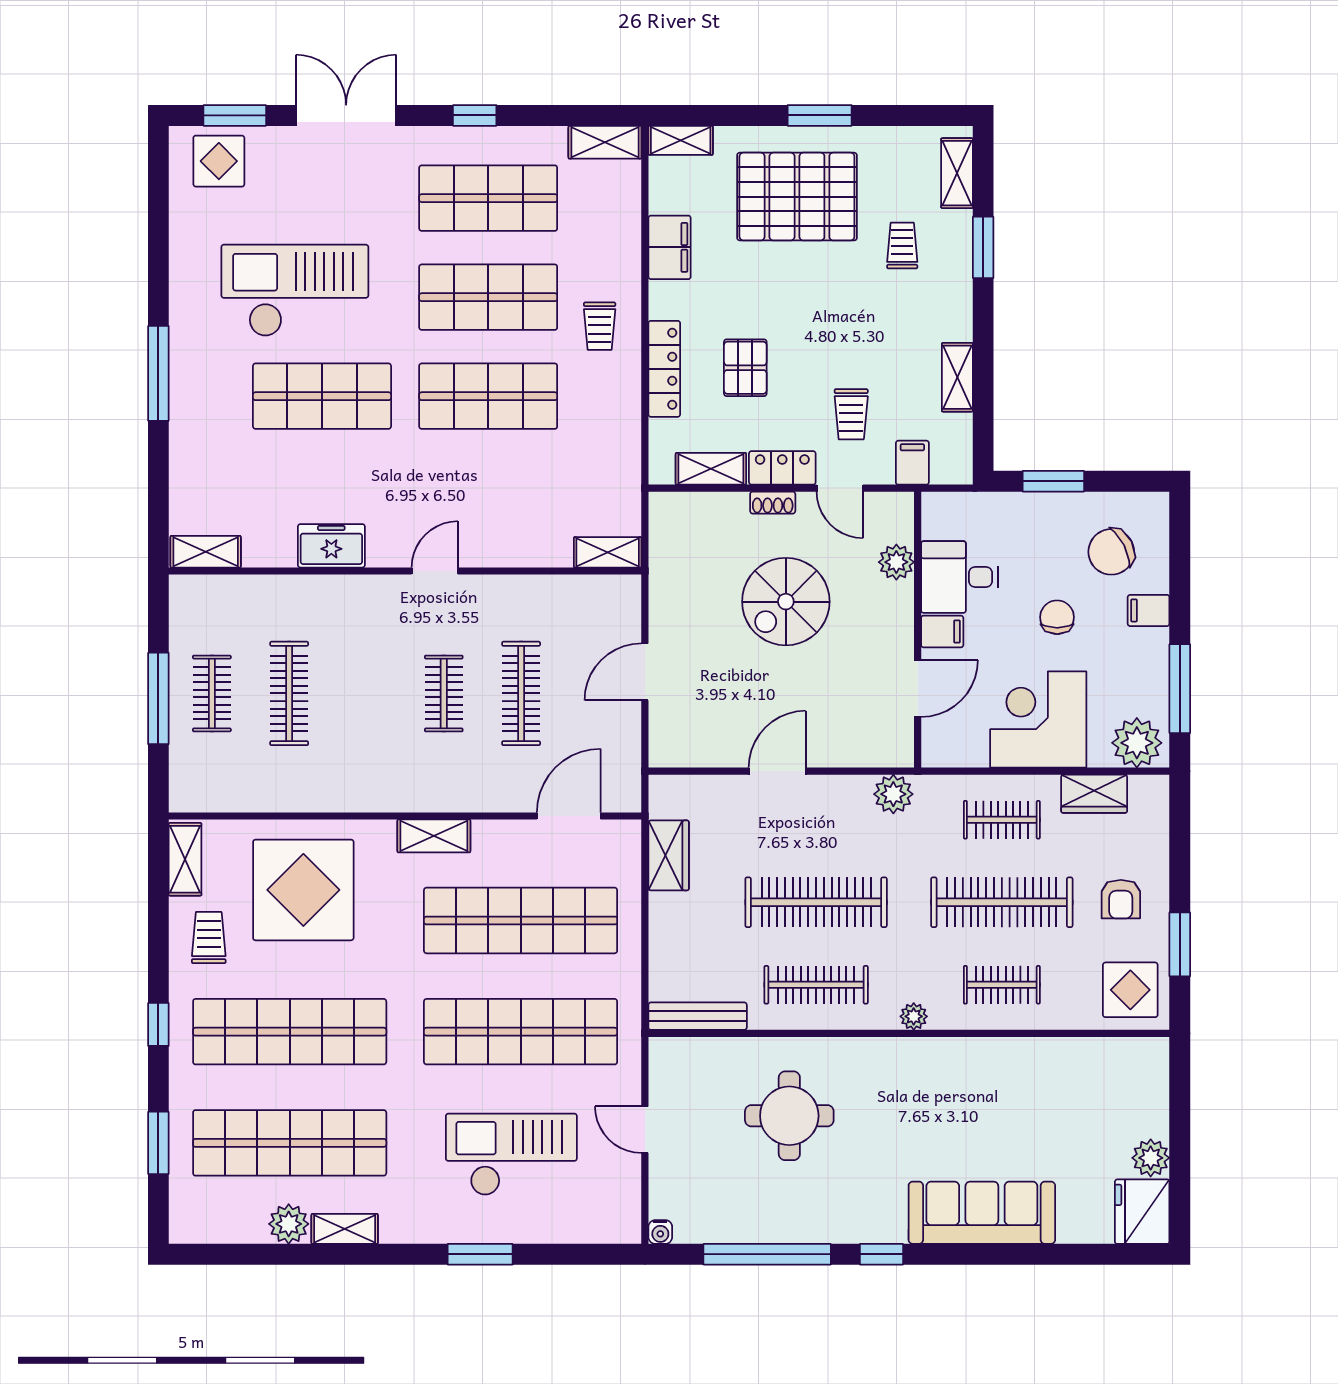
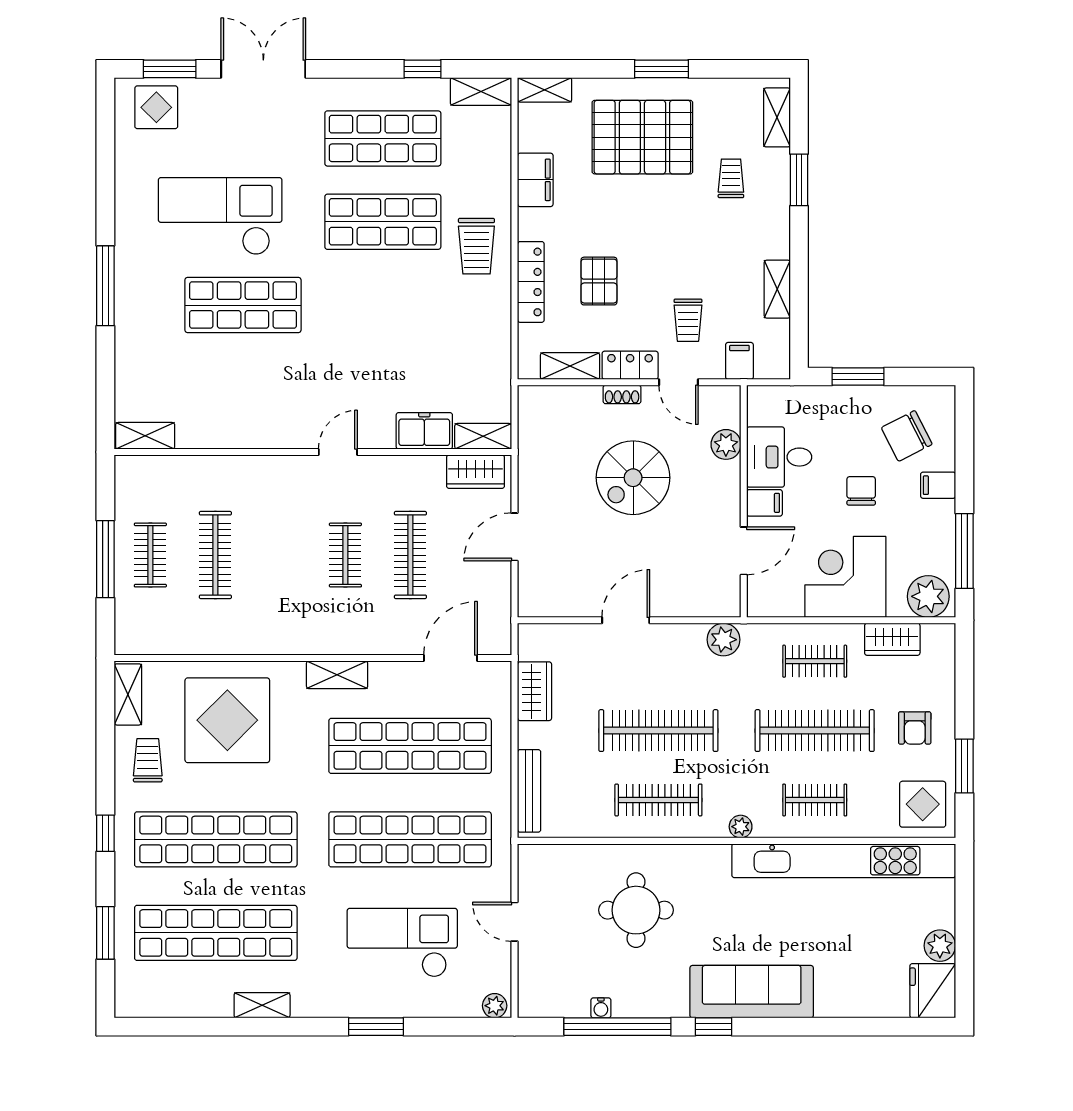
window: (475, 115) -> (422, 69), moved
trolley: (600, 326) -> (476, 246), width x1.36, depth x1.39
shop shelf: (488, 396) -> (383, 305), removed
freezer: (331, 546) -> (424, 431), moved
wardrobe: (598, 594) -> (476, 472), added
bench: (698, 1016) -> (529, 791), moved, turned 90
kitchen unit: (1036, 1057) -> (844, 861), added
sofa: (982, 1213) -> (752, 992), moved
plant: (289, 1224) -> (495, 1006), moved, width x0.73, depth x0.73
water cooler: (660, 1232) -> (601, 1008), moved

